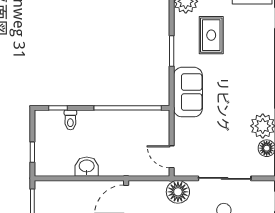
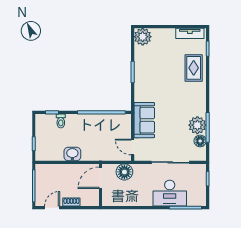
rug: (211, 35) -> (194, 68), moved
sofa: (188, 92) -> (144, 120), moved
floor lamp: (178, 192) -> (124, 172), moved

